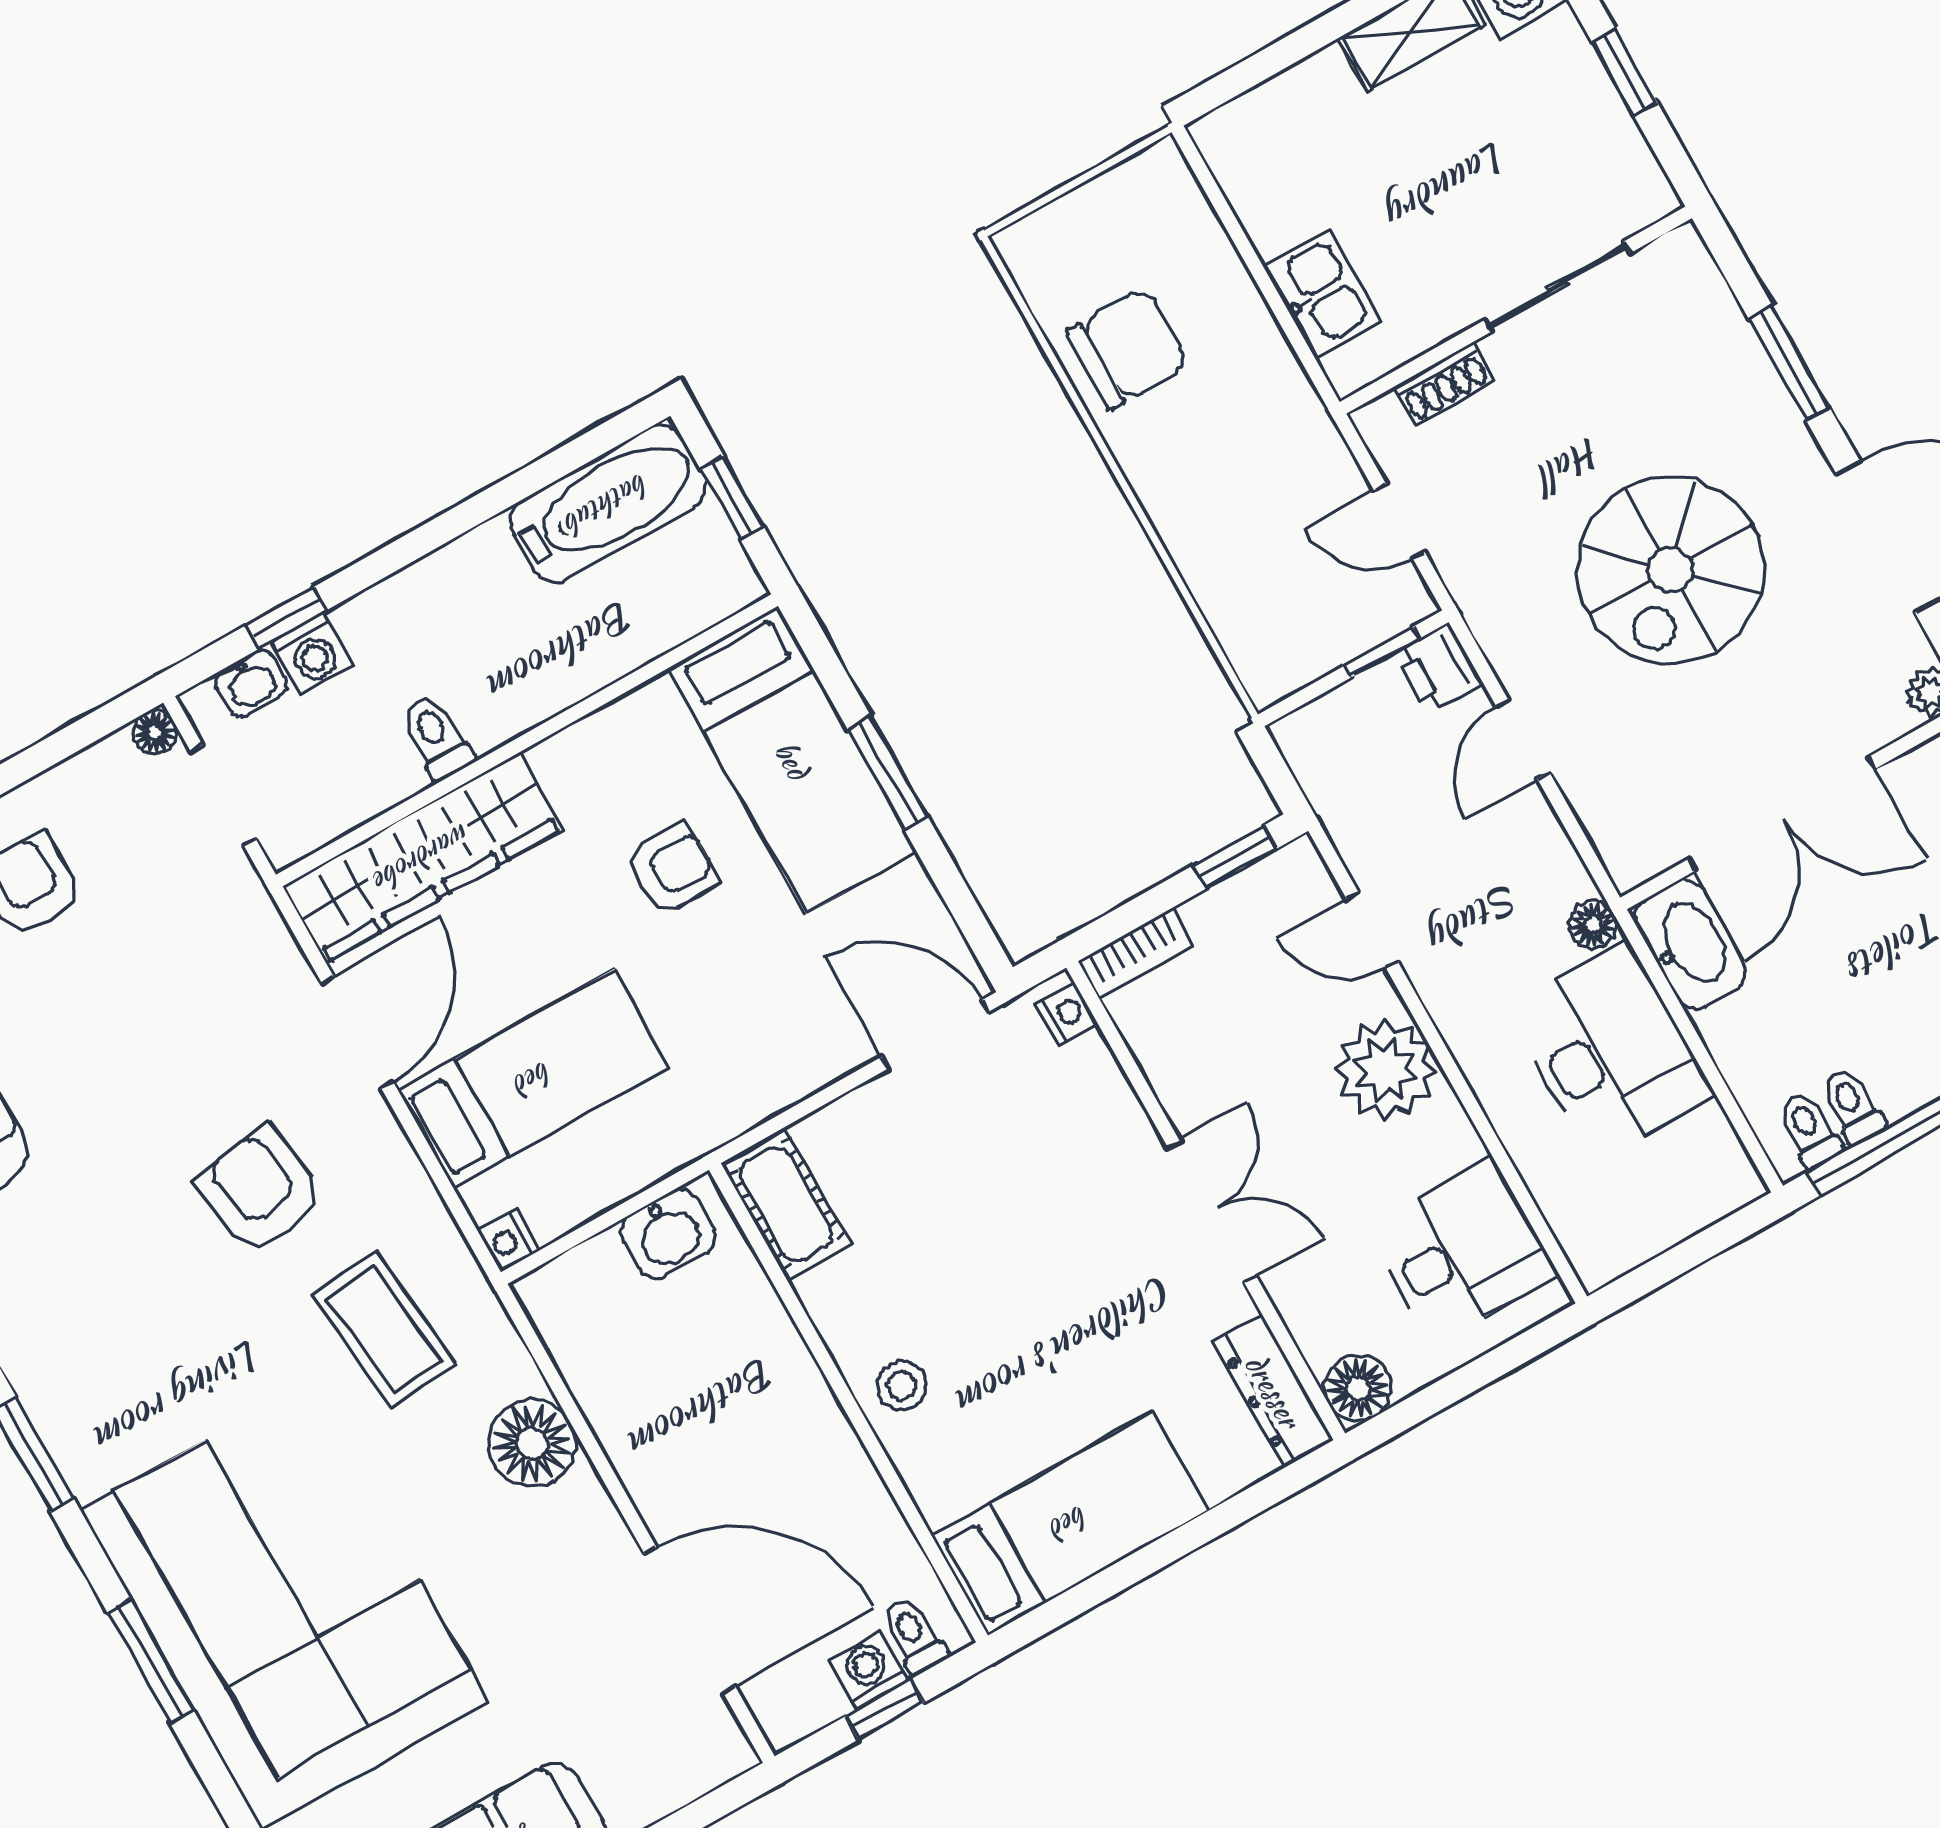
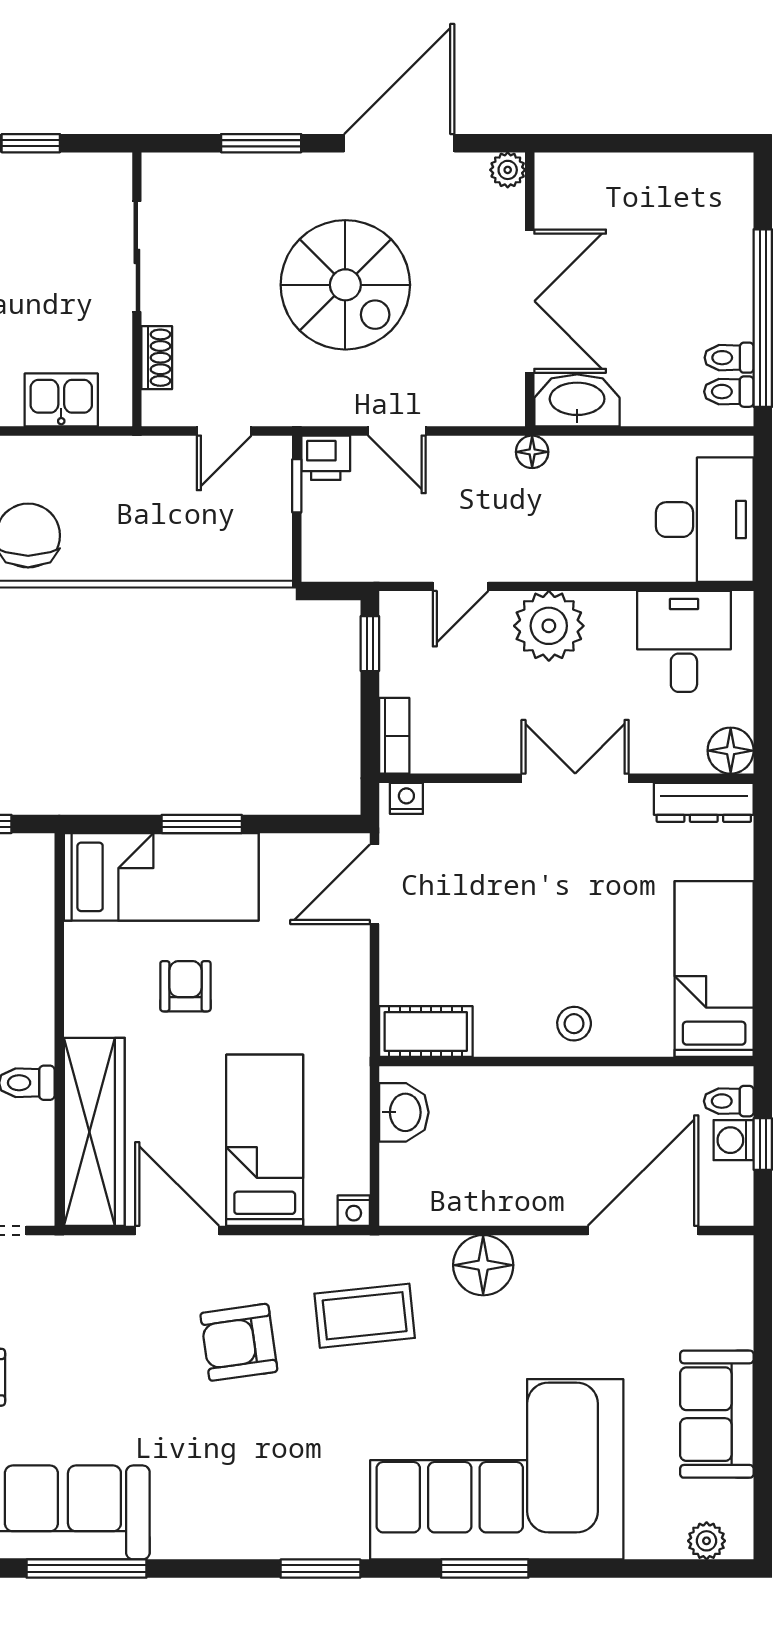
desk: (1610, 1051) -> (705, 520), moved, turned 90

